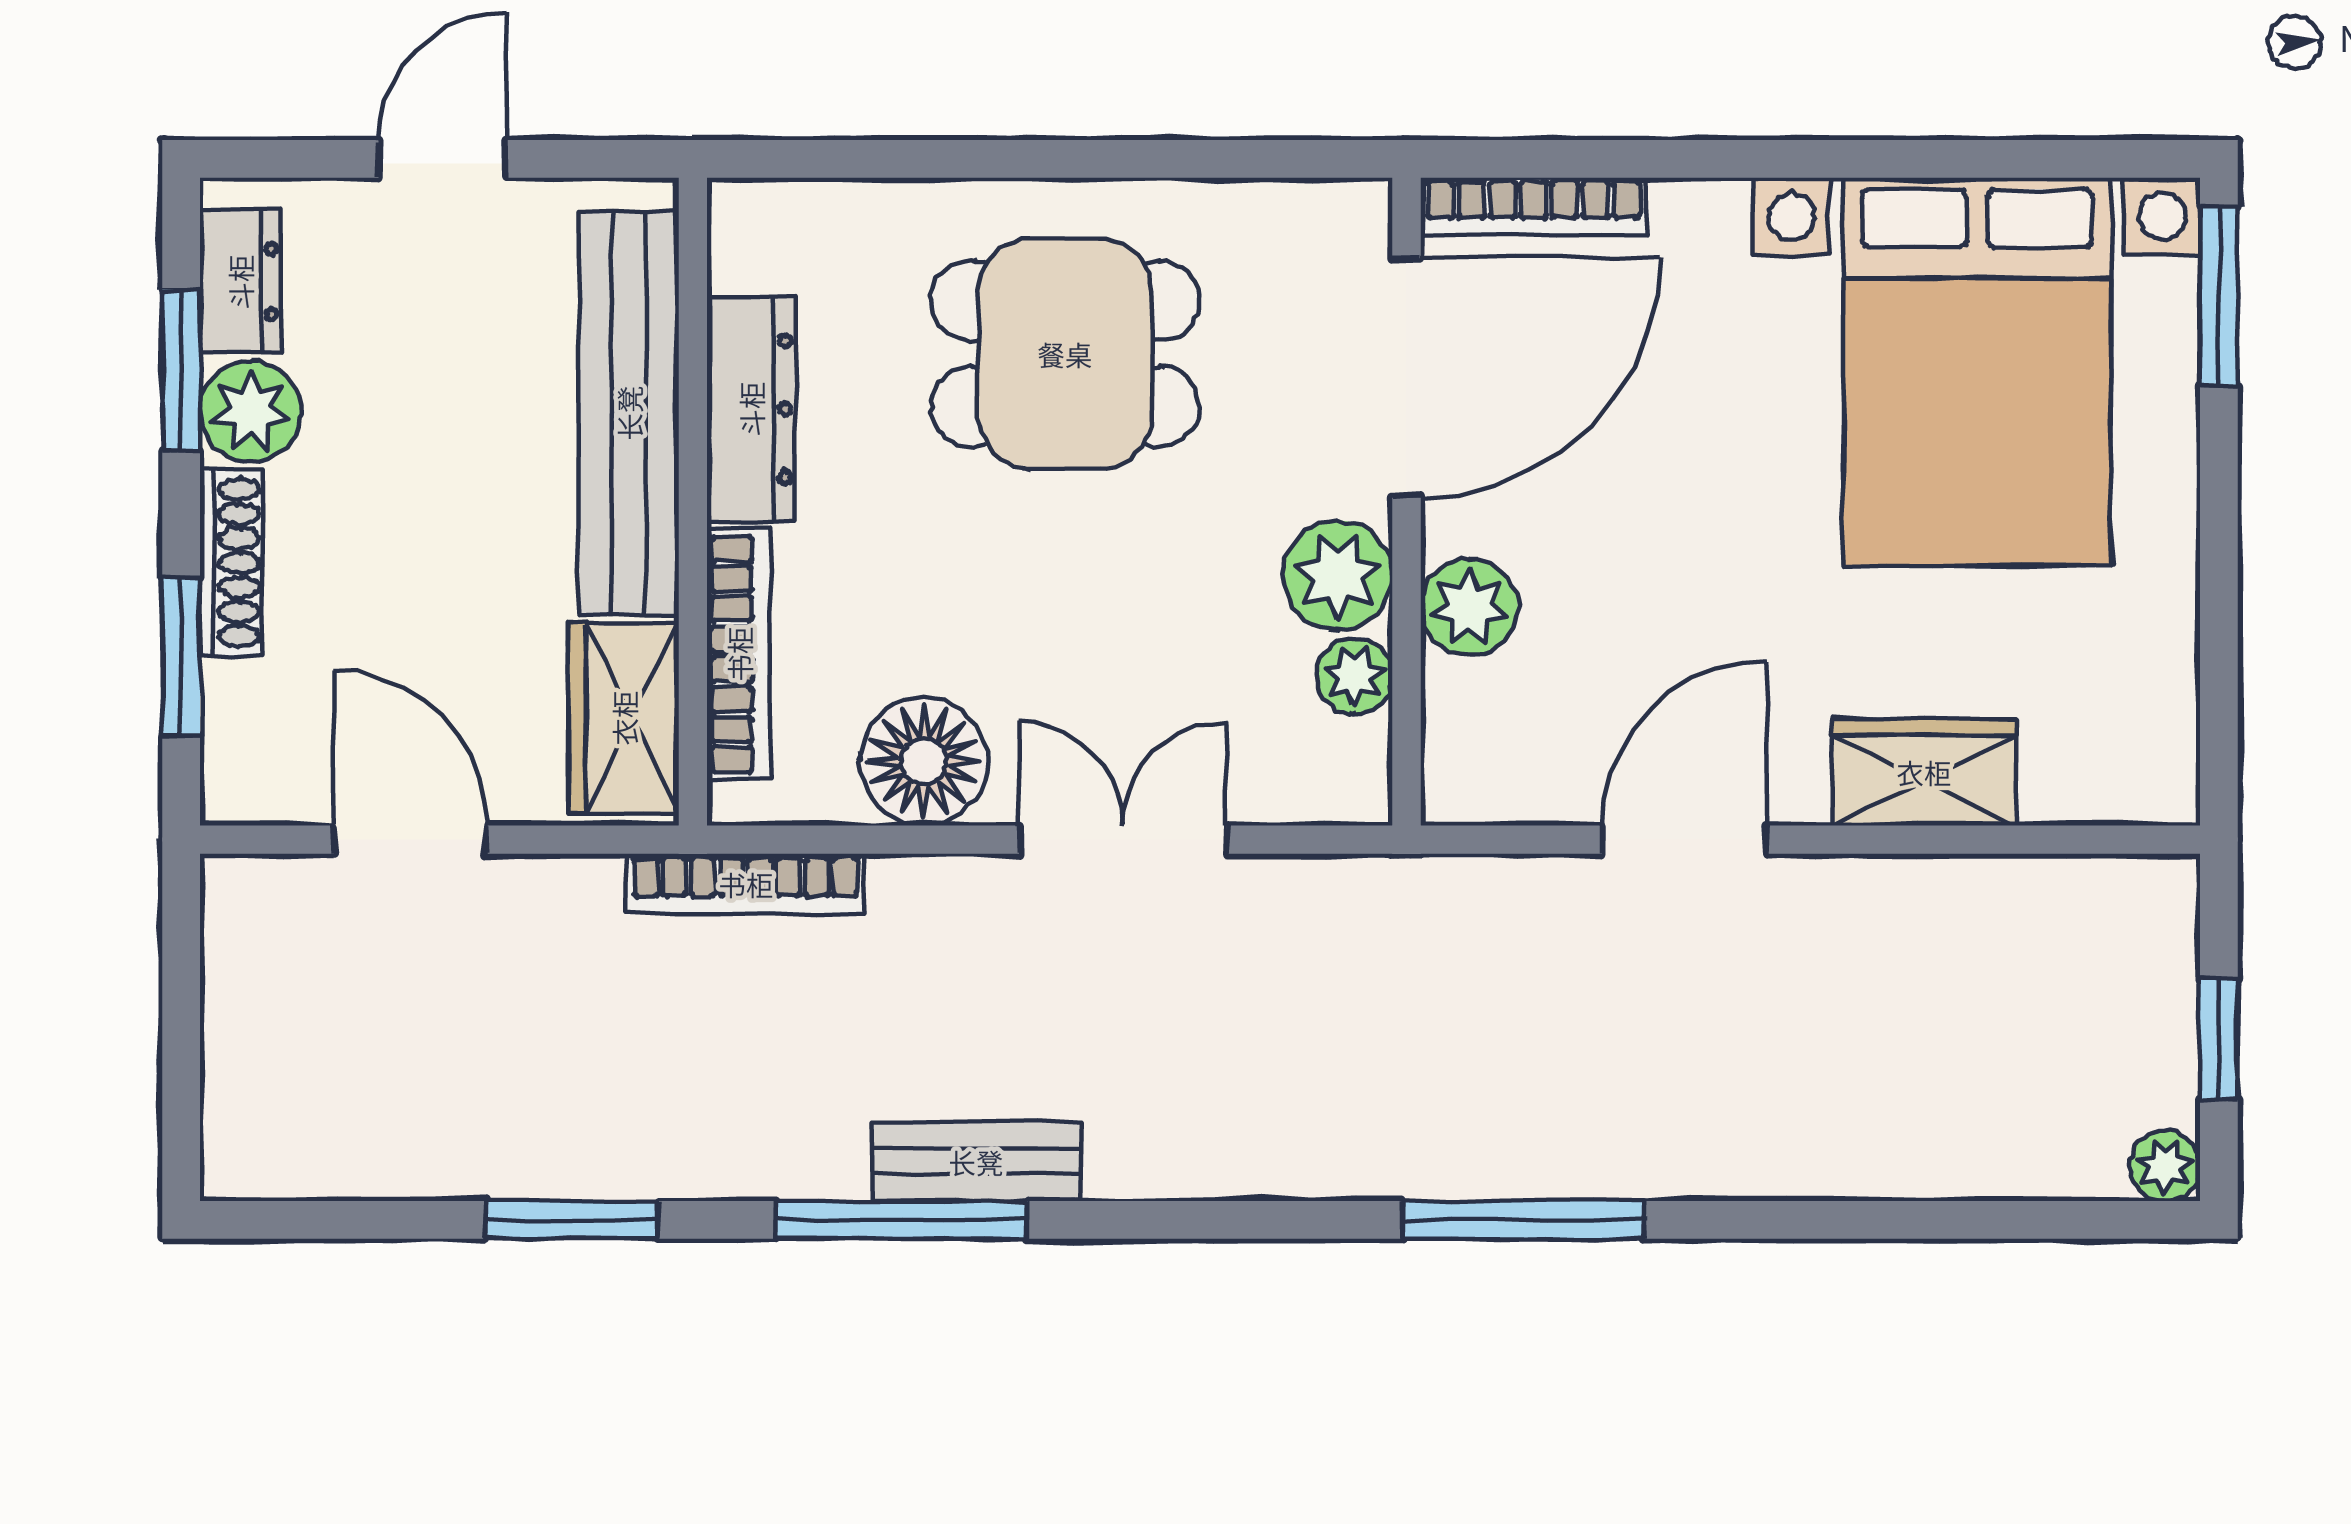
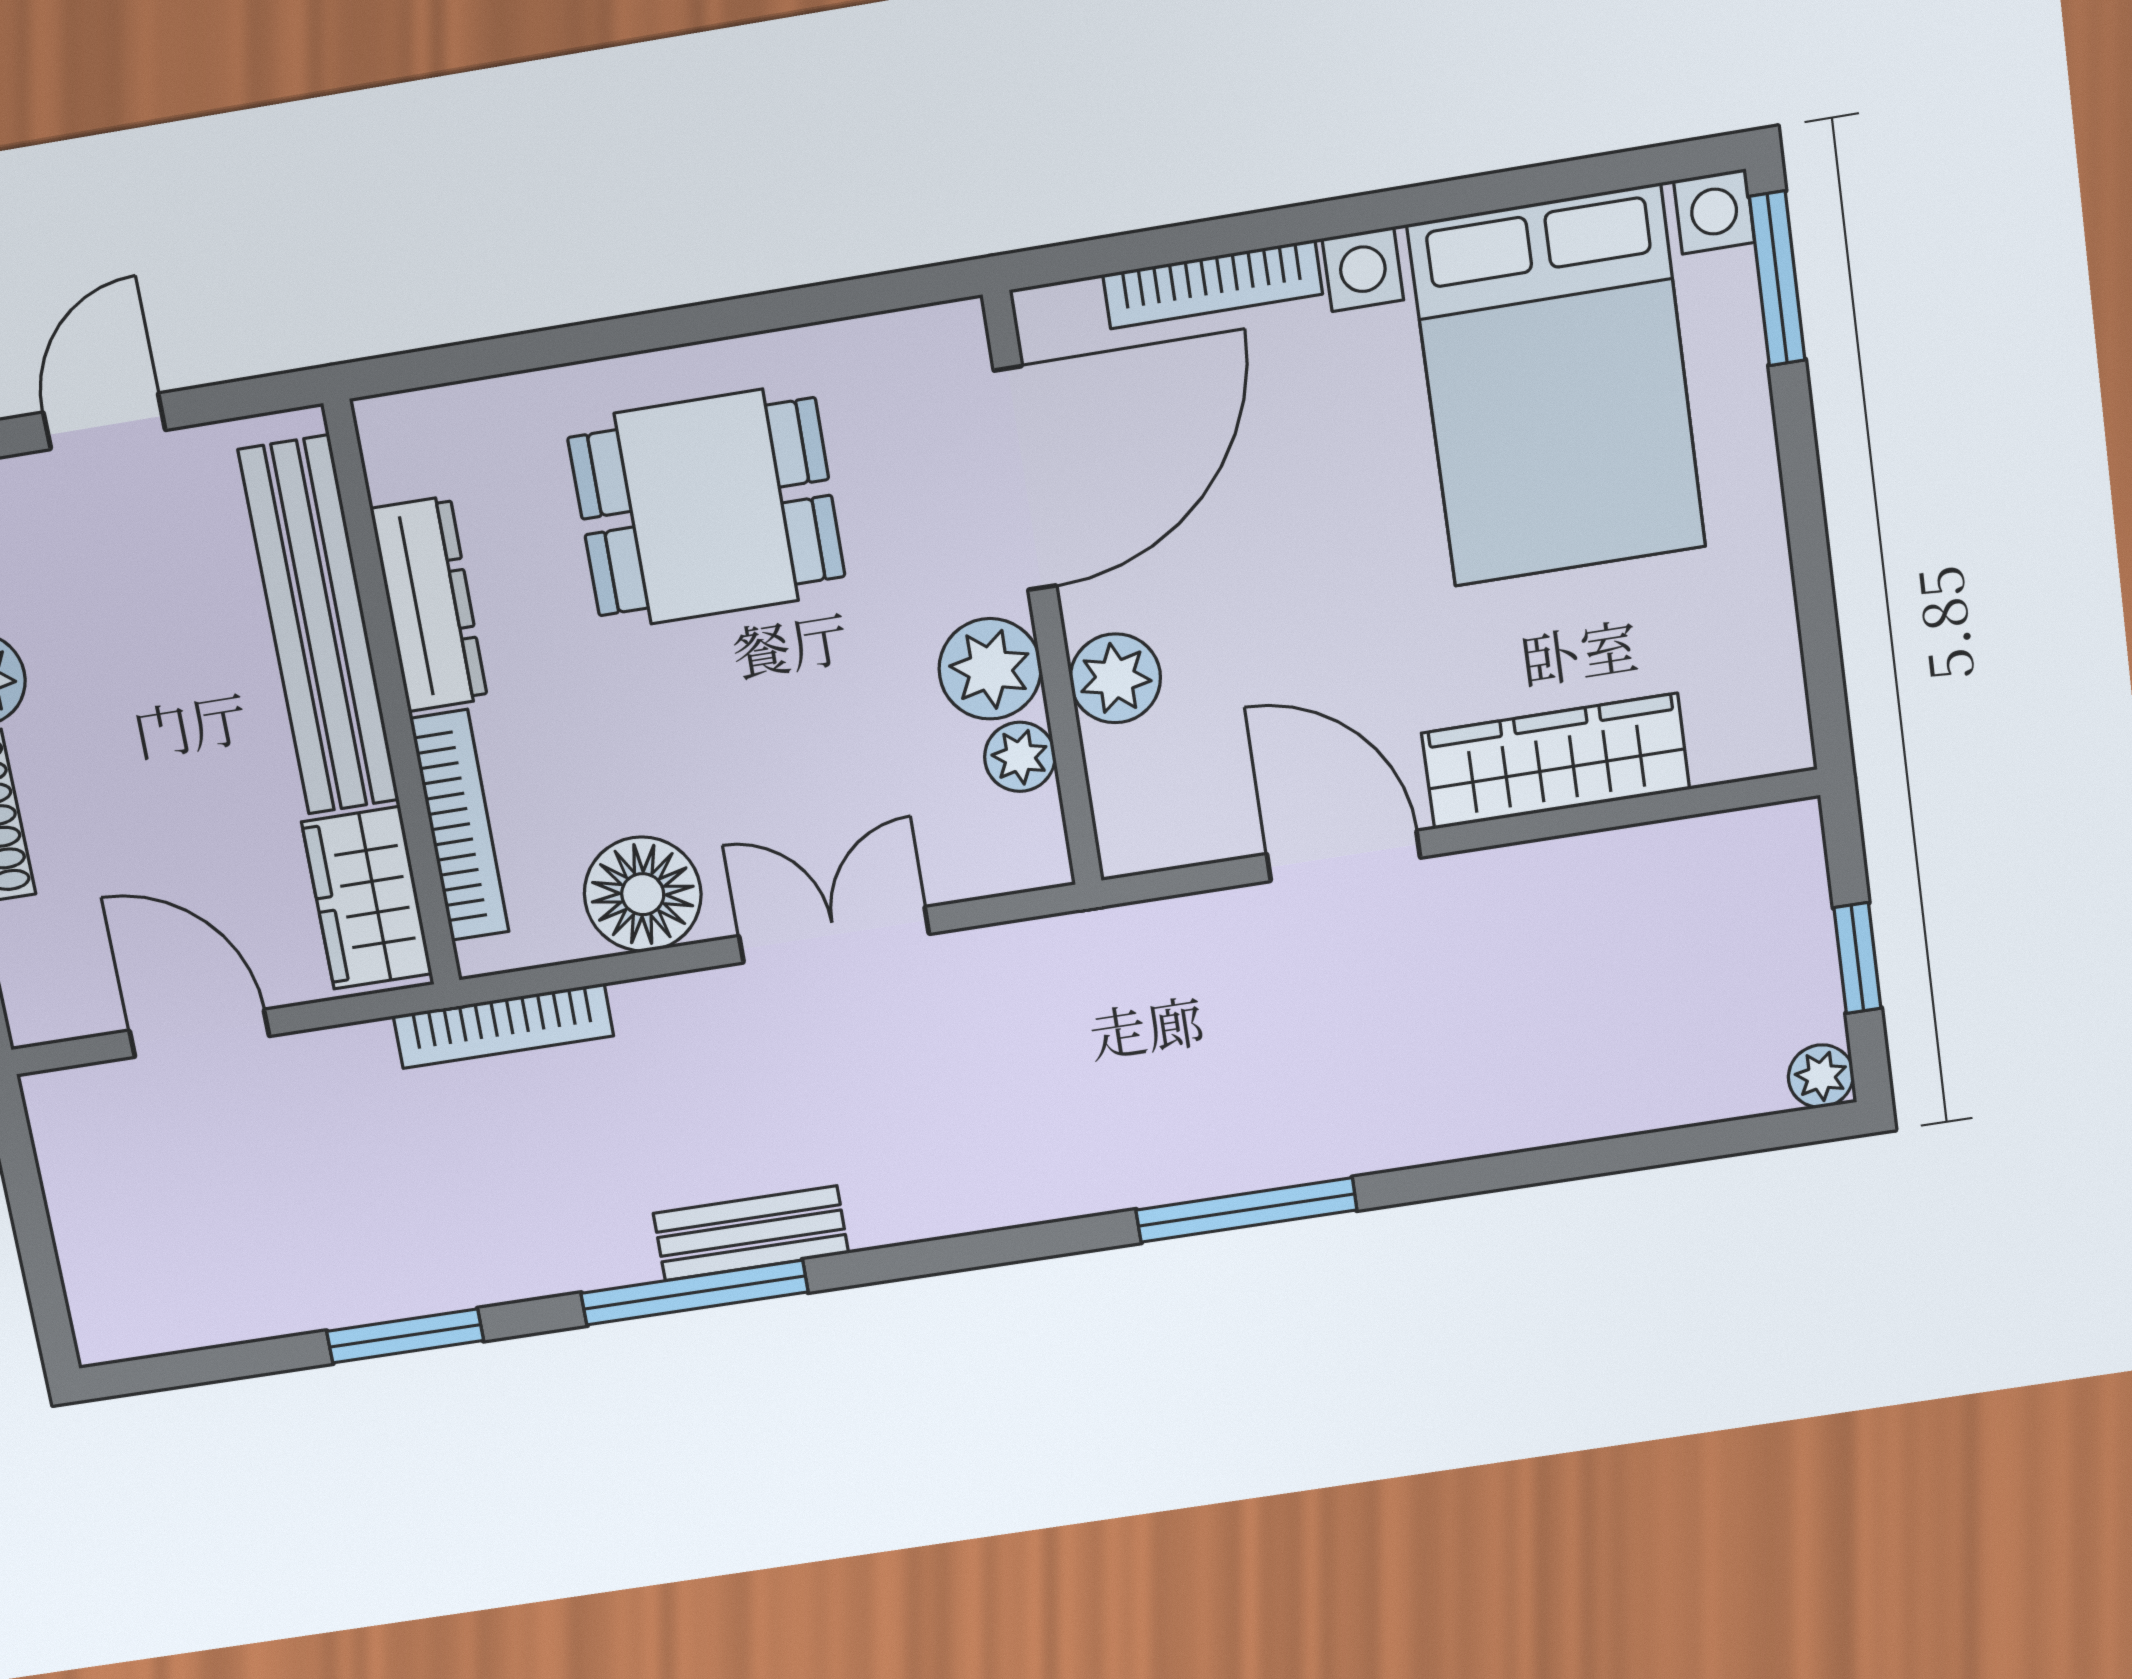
bookcase: (1534, 206) -> (1213, 284), moved
wardrobe: (1924, 772) -> (1556, 761), width x1.50
door: (1684, 840) -> (1344, 856), hinge flipped

